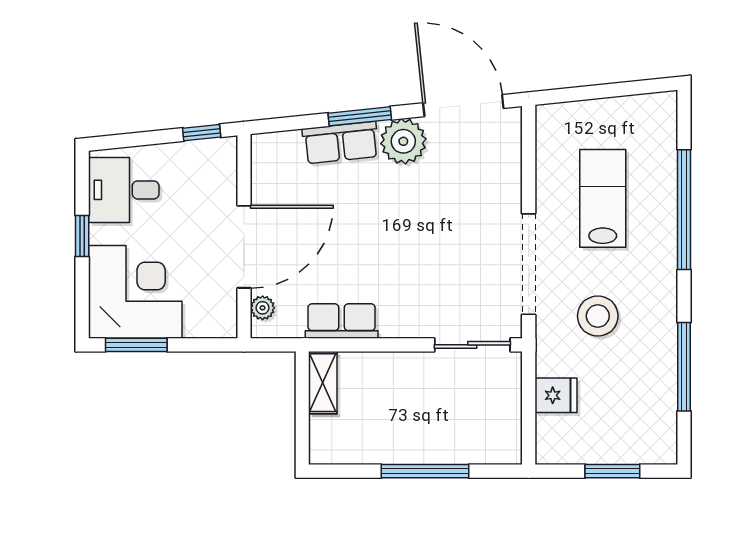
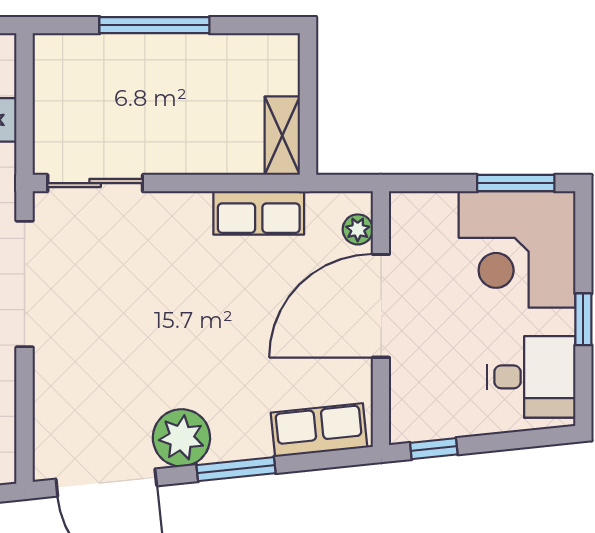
row of seats: (341, 143) -> (319, 430), moved

